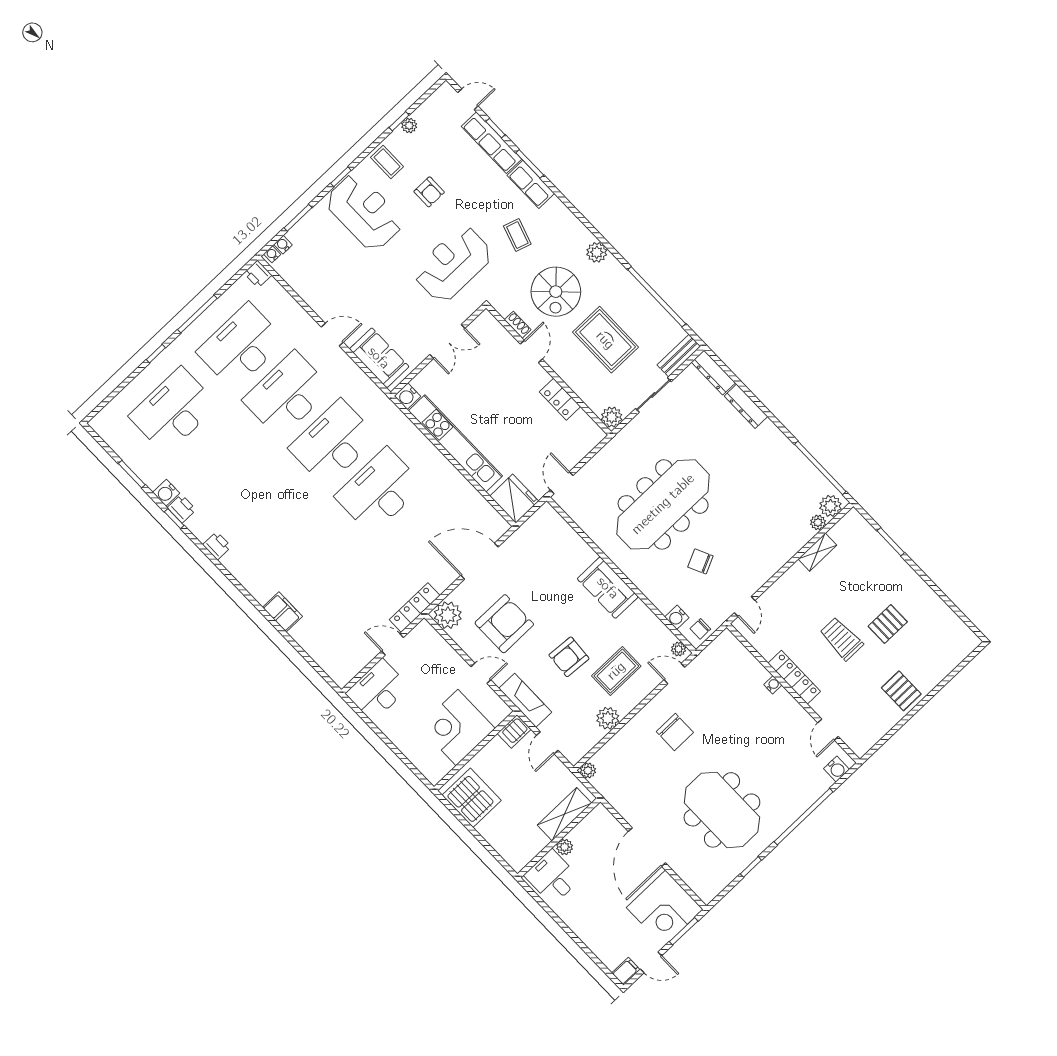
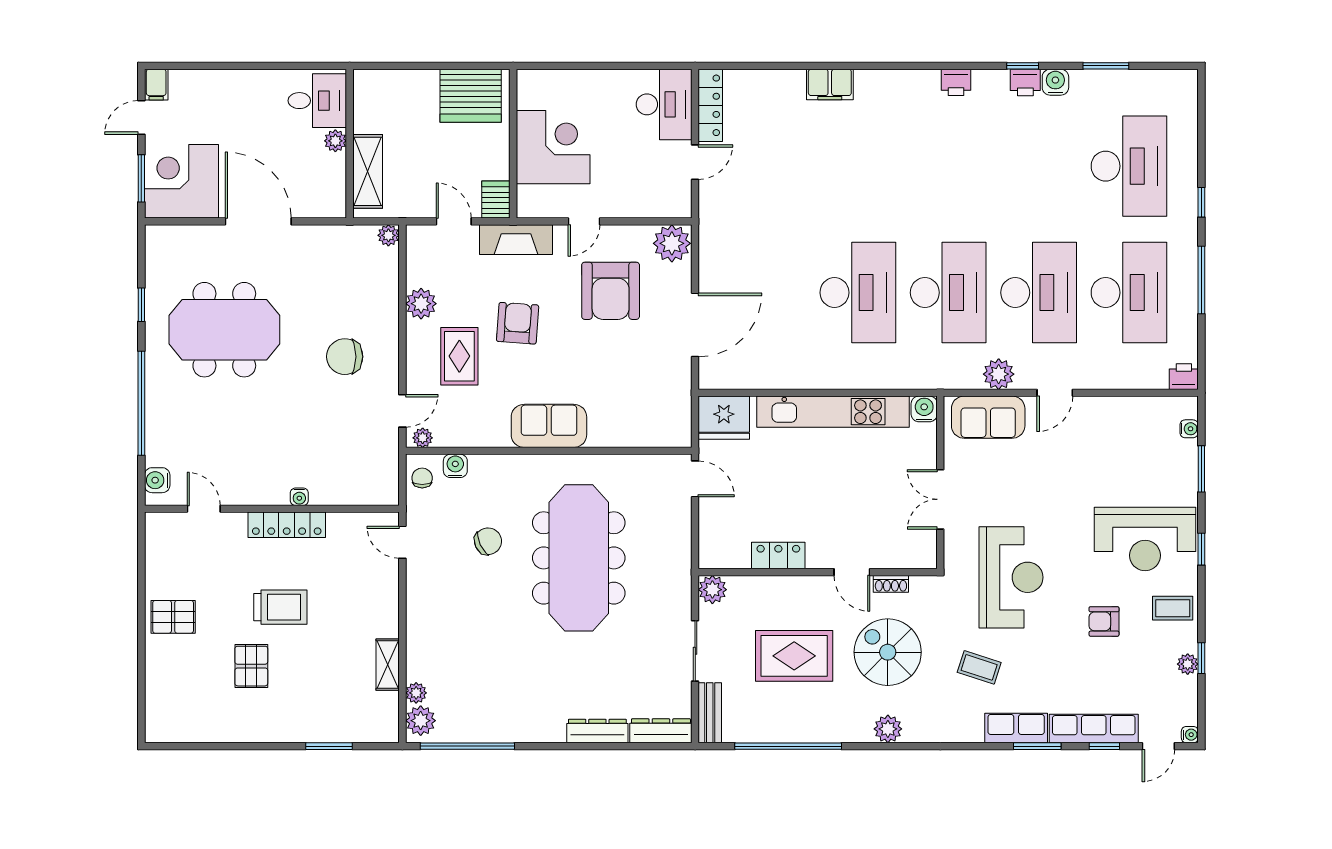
water cooler: (272, 254) -> (1190, 735), moved
plant: (351, 374) -> (999, 374), added
locker: (415, 608) -> (710, 105), moved

